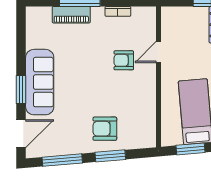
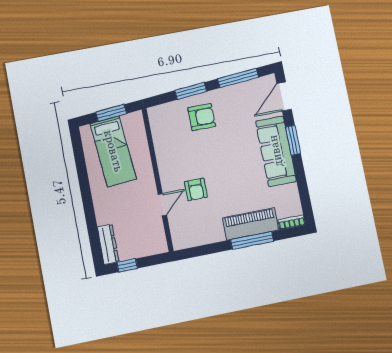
bookcase: (118, 11) -> (292, 222), moved
piano: (71, 15) -> (251, 224), width x1.37, depth x1.33
armchair: (124, 60) -> (196, 189), turned 90

